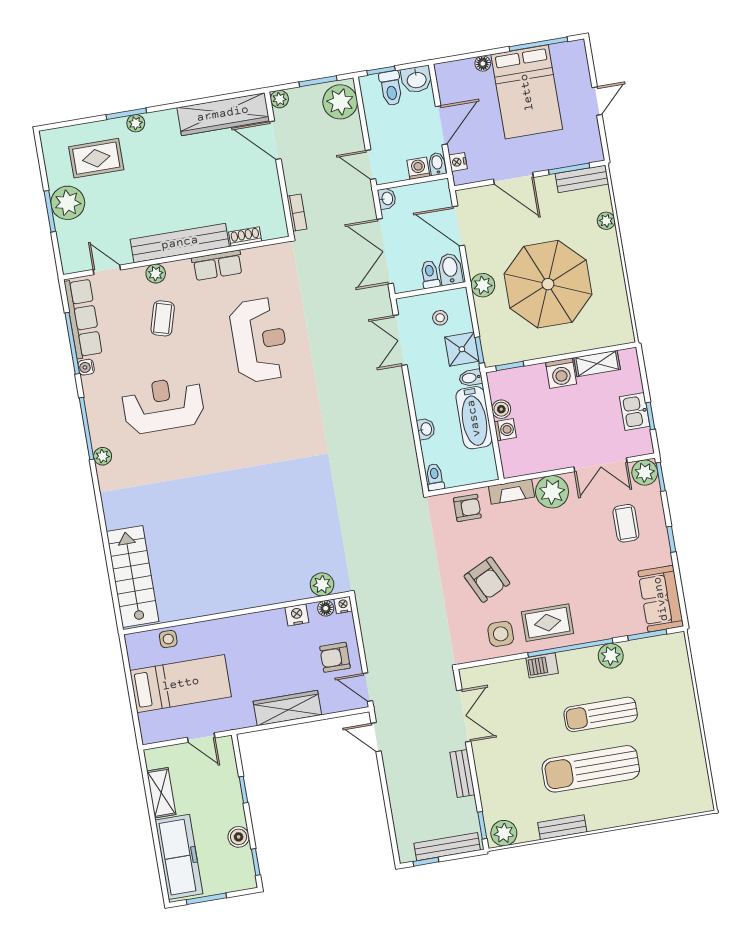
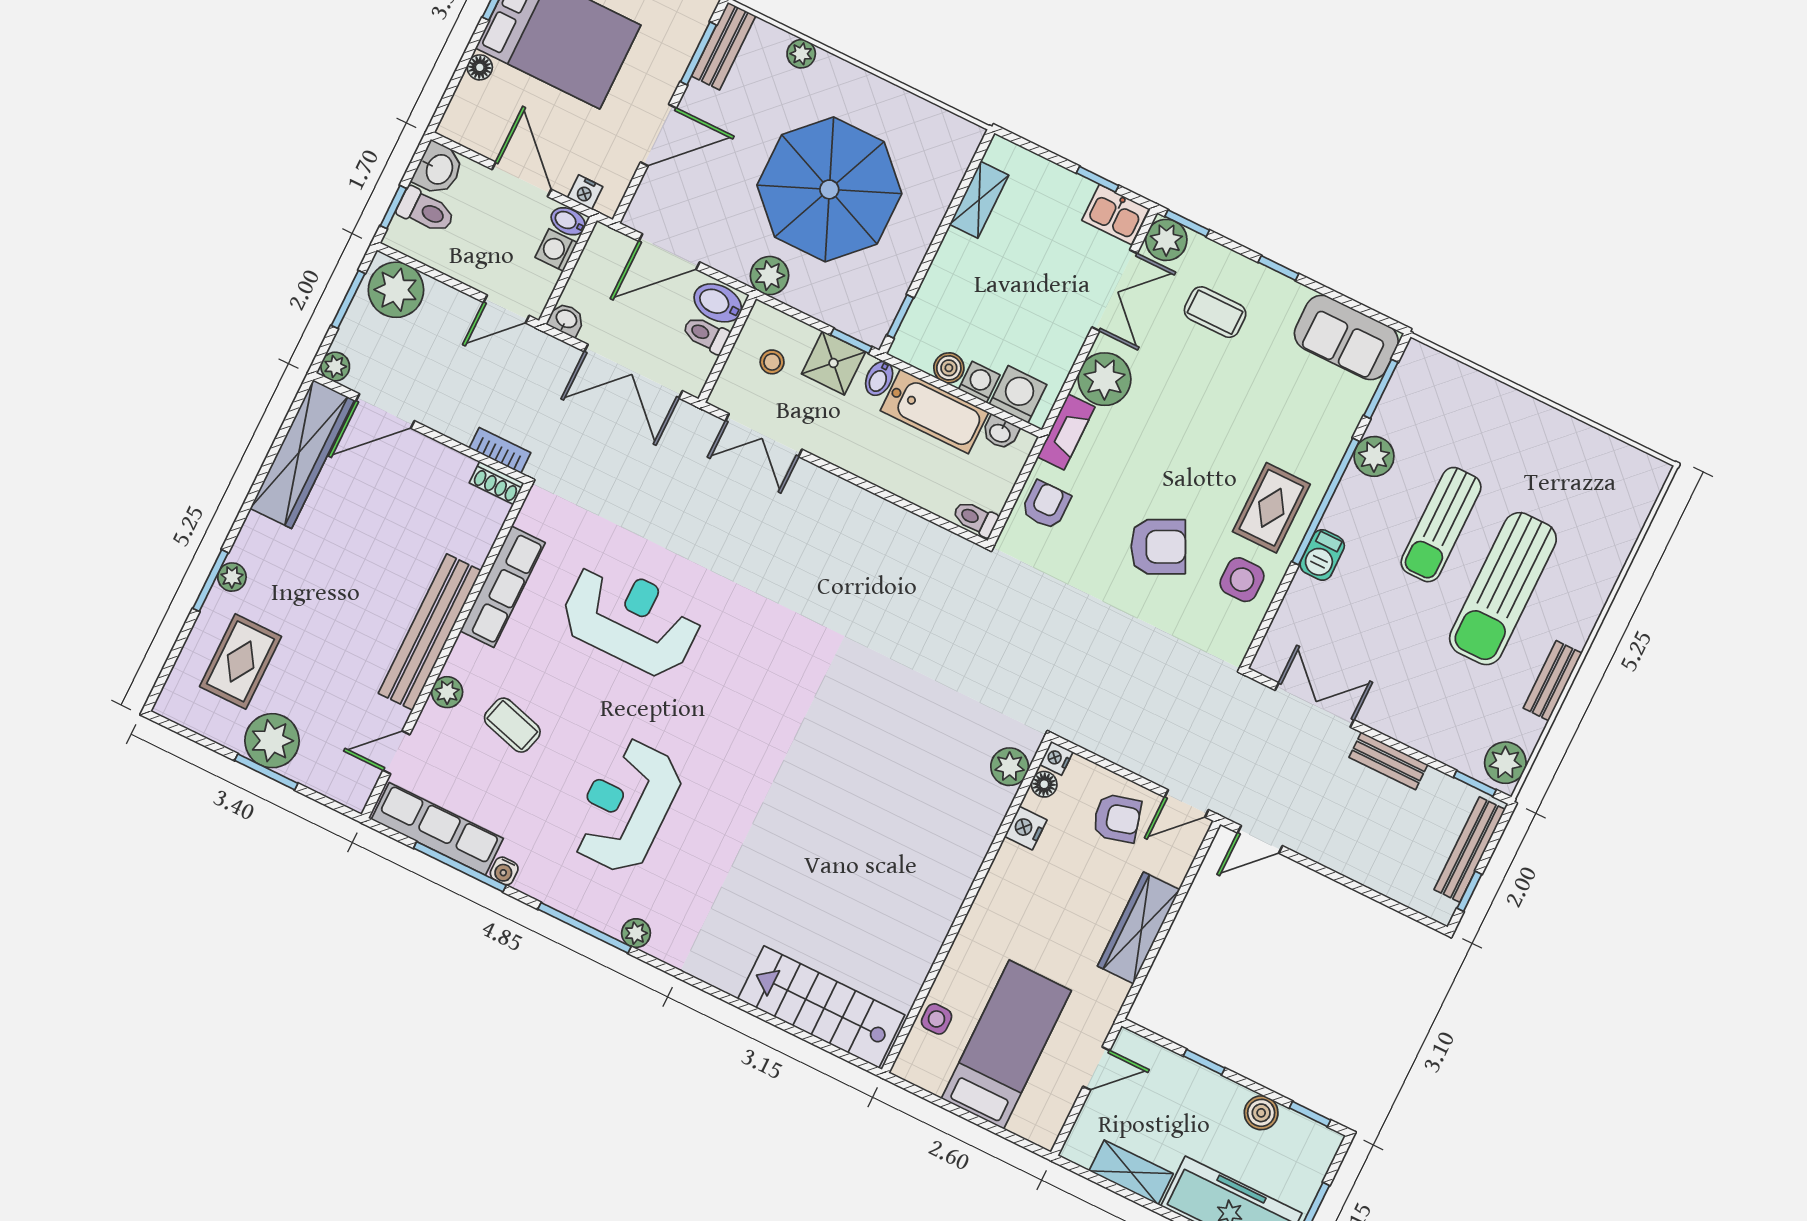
shoe rack: (245, 237) -> (497, 483), moved, turned -90
row of seats: (217, 265) -> (503, 587), width x1.48
washing machine: (561, 373) -> (1018, 394), moved, turned -90
kitchen sink: (635, 411) -> (1116, 215), moved
washbasin: (426, 429) -> (1000, 433), moved, turned 180
armchair: (335, 657) -> (1117, 818), turned -105

